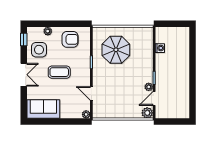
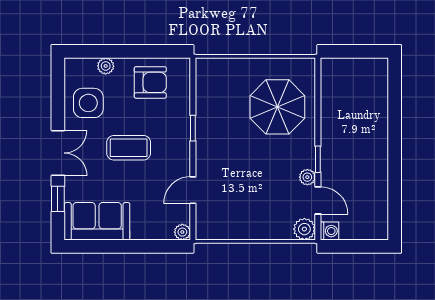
window: (24, 40) -> (58, 199), moved
washing machine: (160, 48) -> (329, 231), moved
parasol: (116, 50) -> (277, 107), moved
door: (91, 93) -> (193, 190), hinge flipped
door: (154, 98) -> (318, 200), swing flipped

